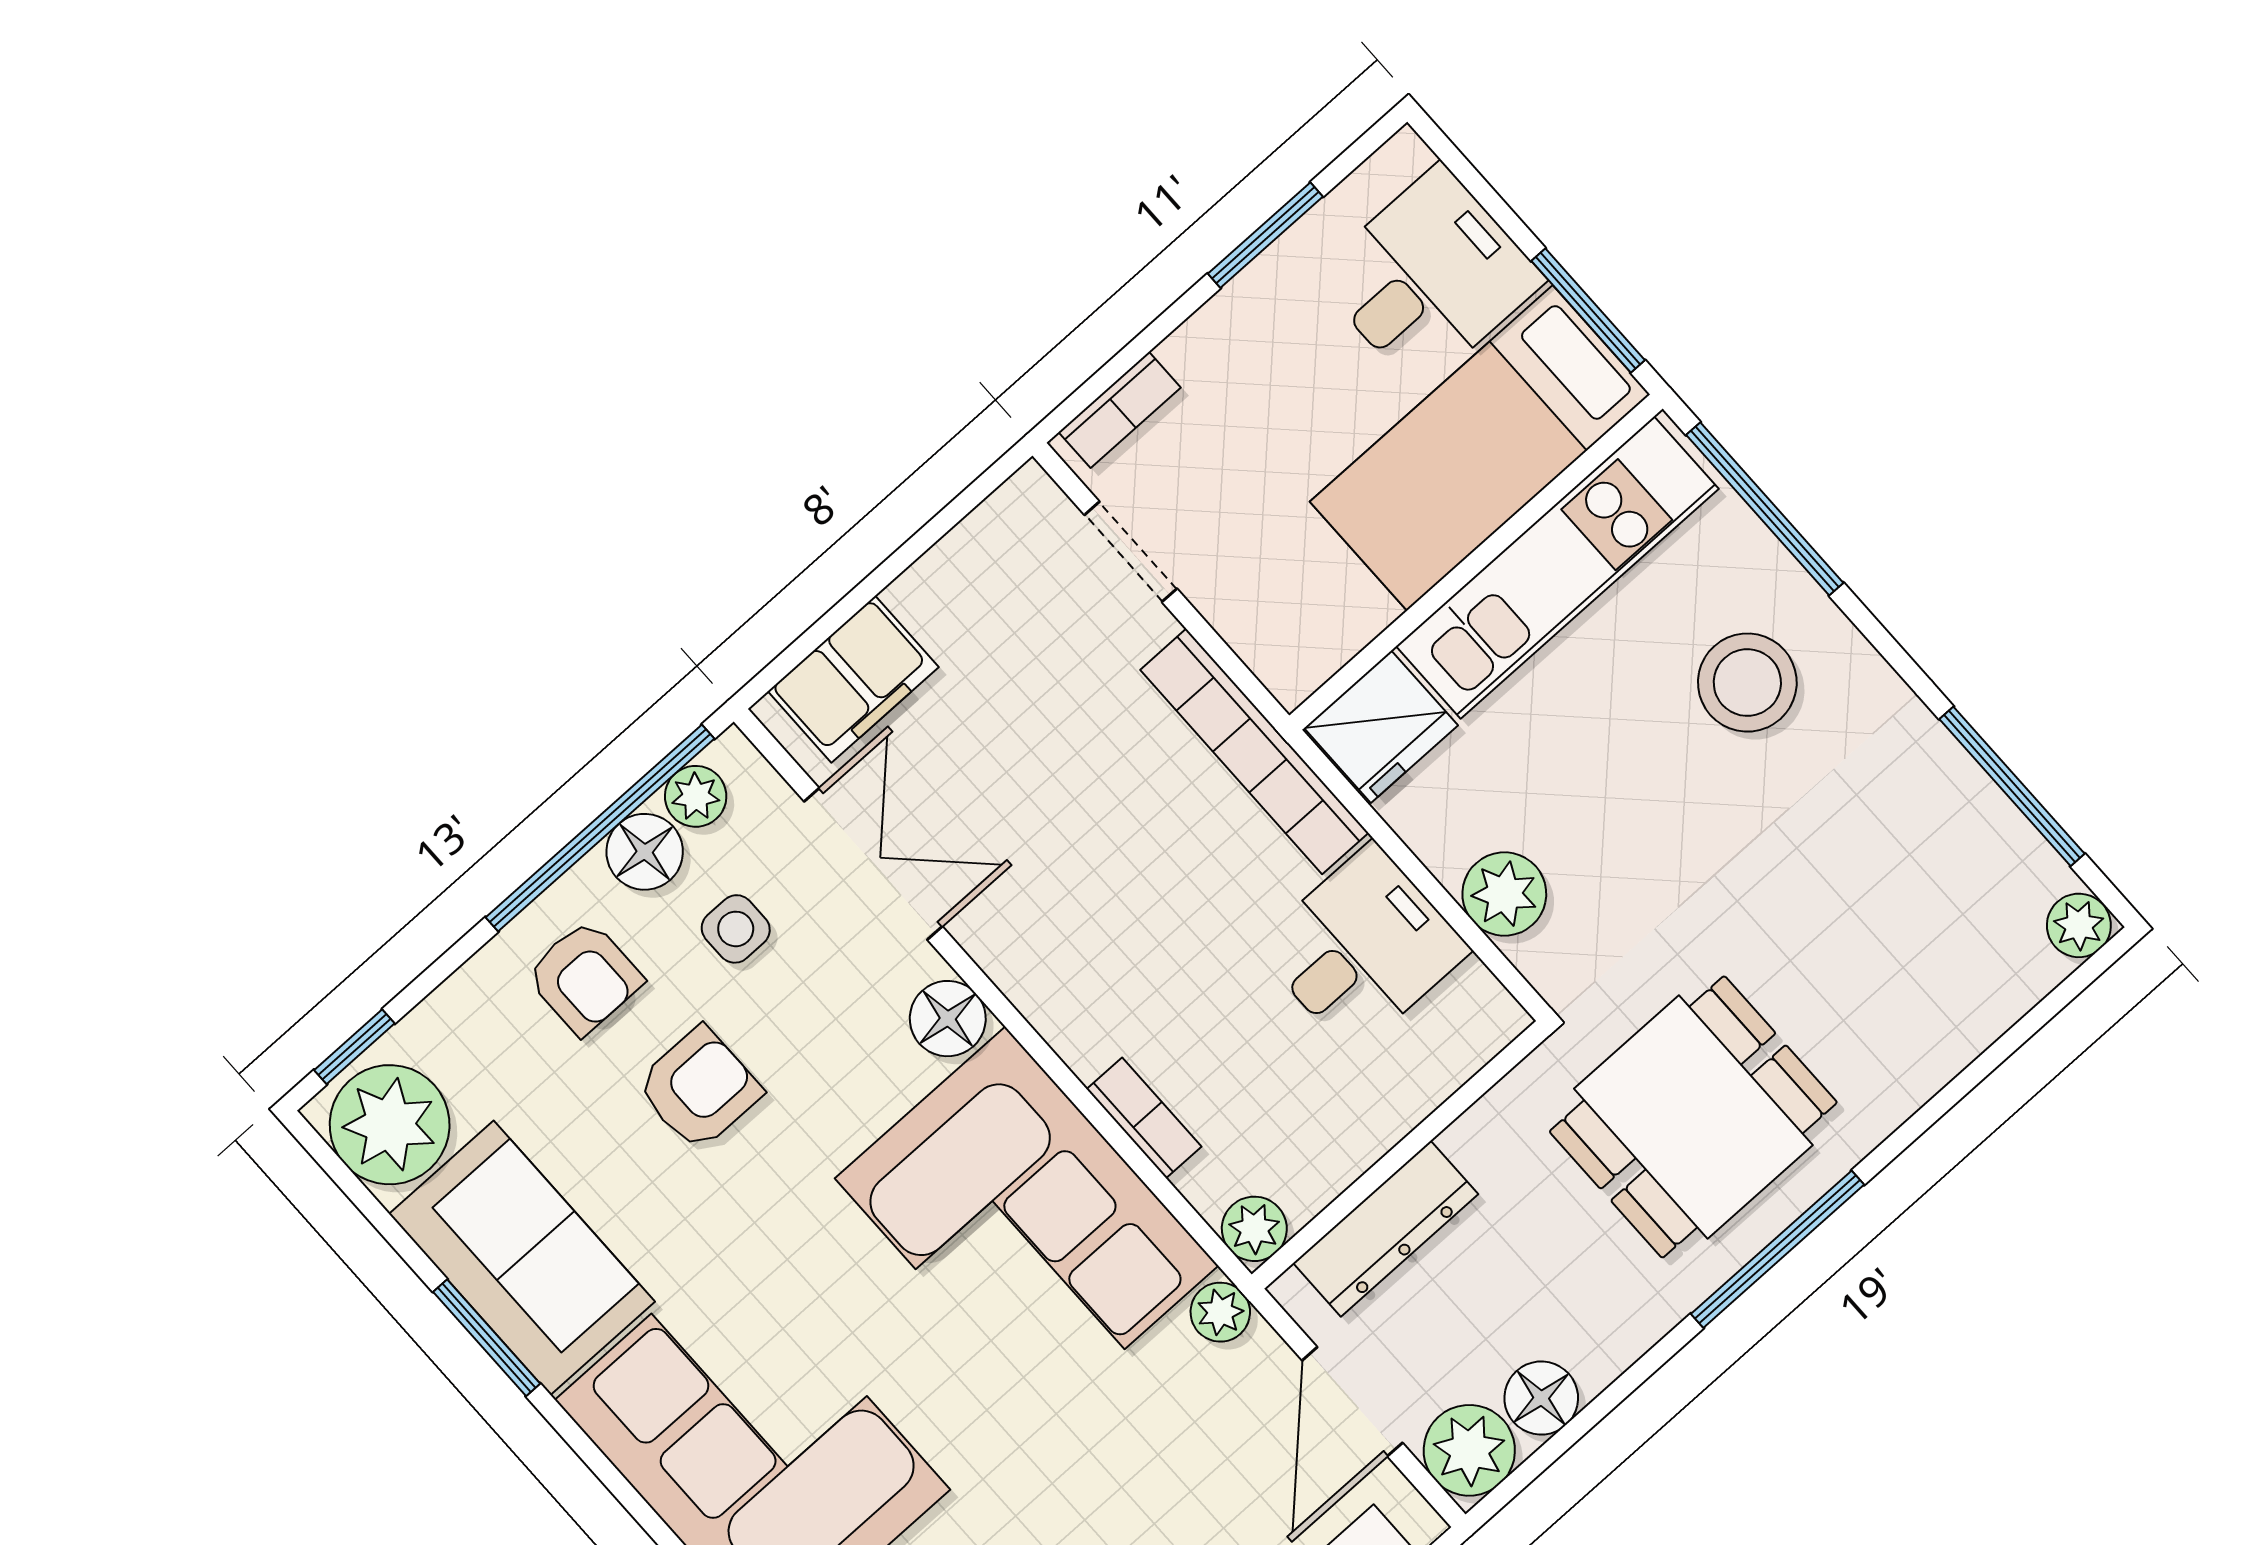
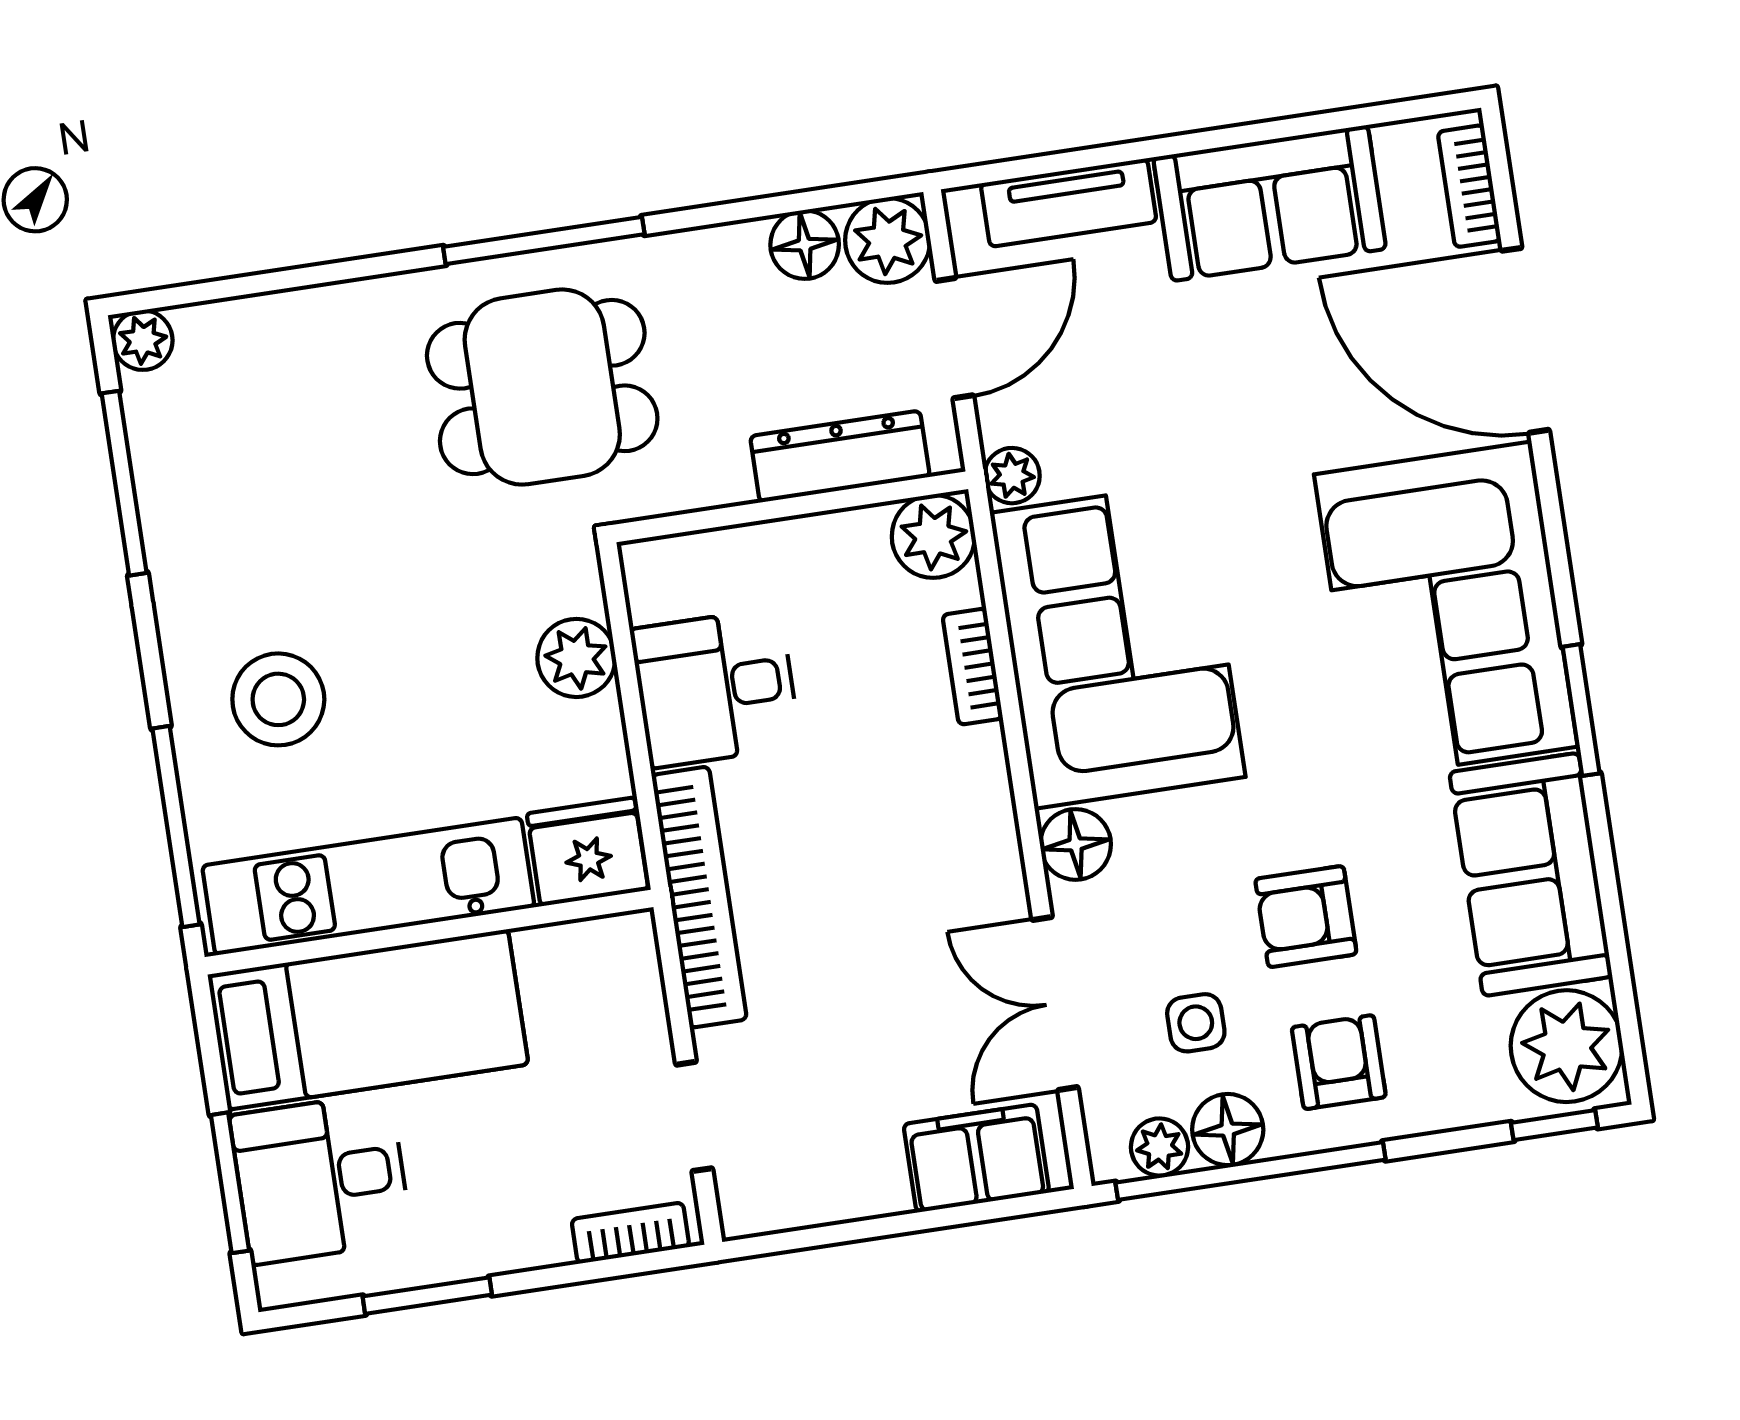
window: (1588, 311) -> (230, 1183), moved
plant: (1254, 1229) -> (933, 536), width x1.38, depth x1.38
window: (487, 1338) -> (1581, 710), moved

